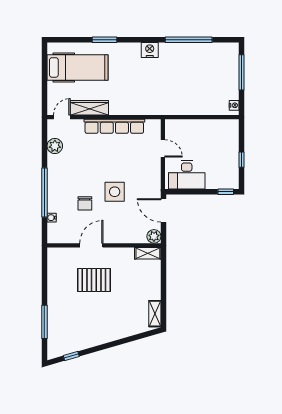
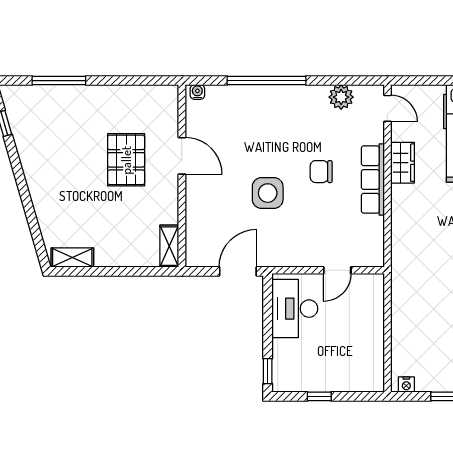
wardrobe: (89, 108) -> (402, 163), width x0.67
row of seats: (114, 126) -> (373, 180), width x0.73
chair: (85, 203) -> (321, 172), moved
water cooler: (52, 218) -> (197, 92), moved
plant: (154, 236) -> (196, 256), removed

